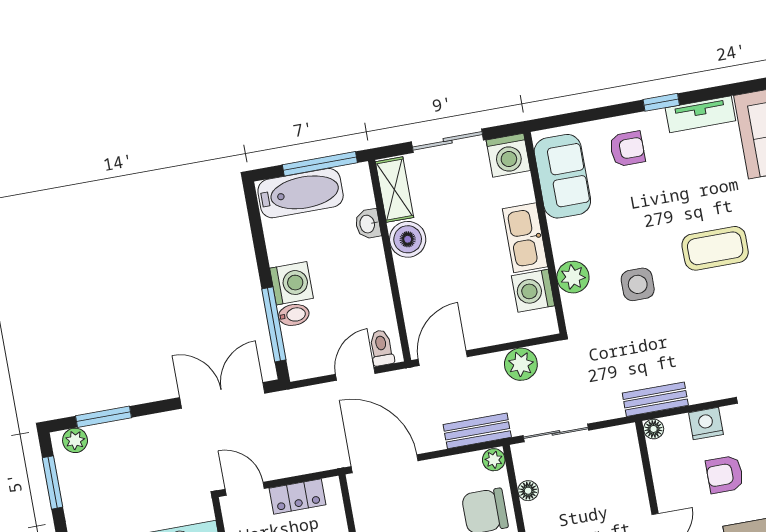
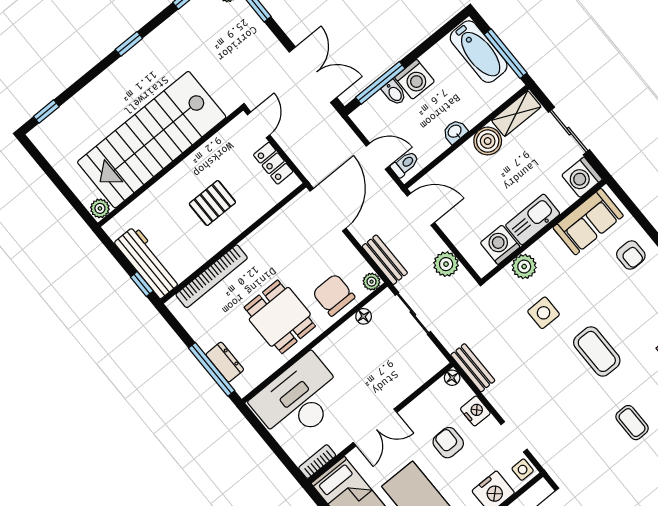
washbasin: (368, 224) -> (455, 132), moved

